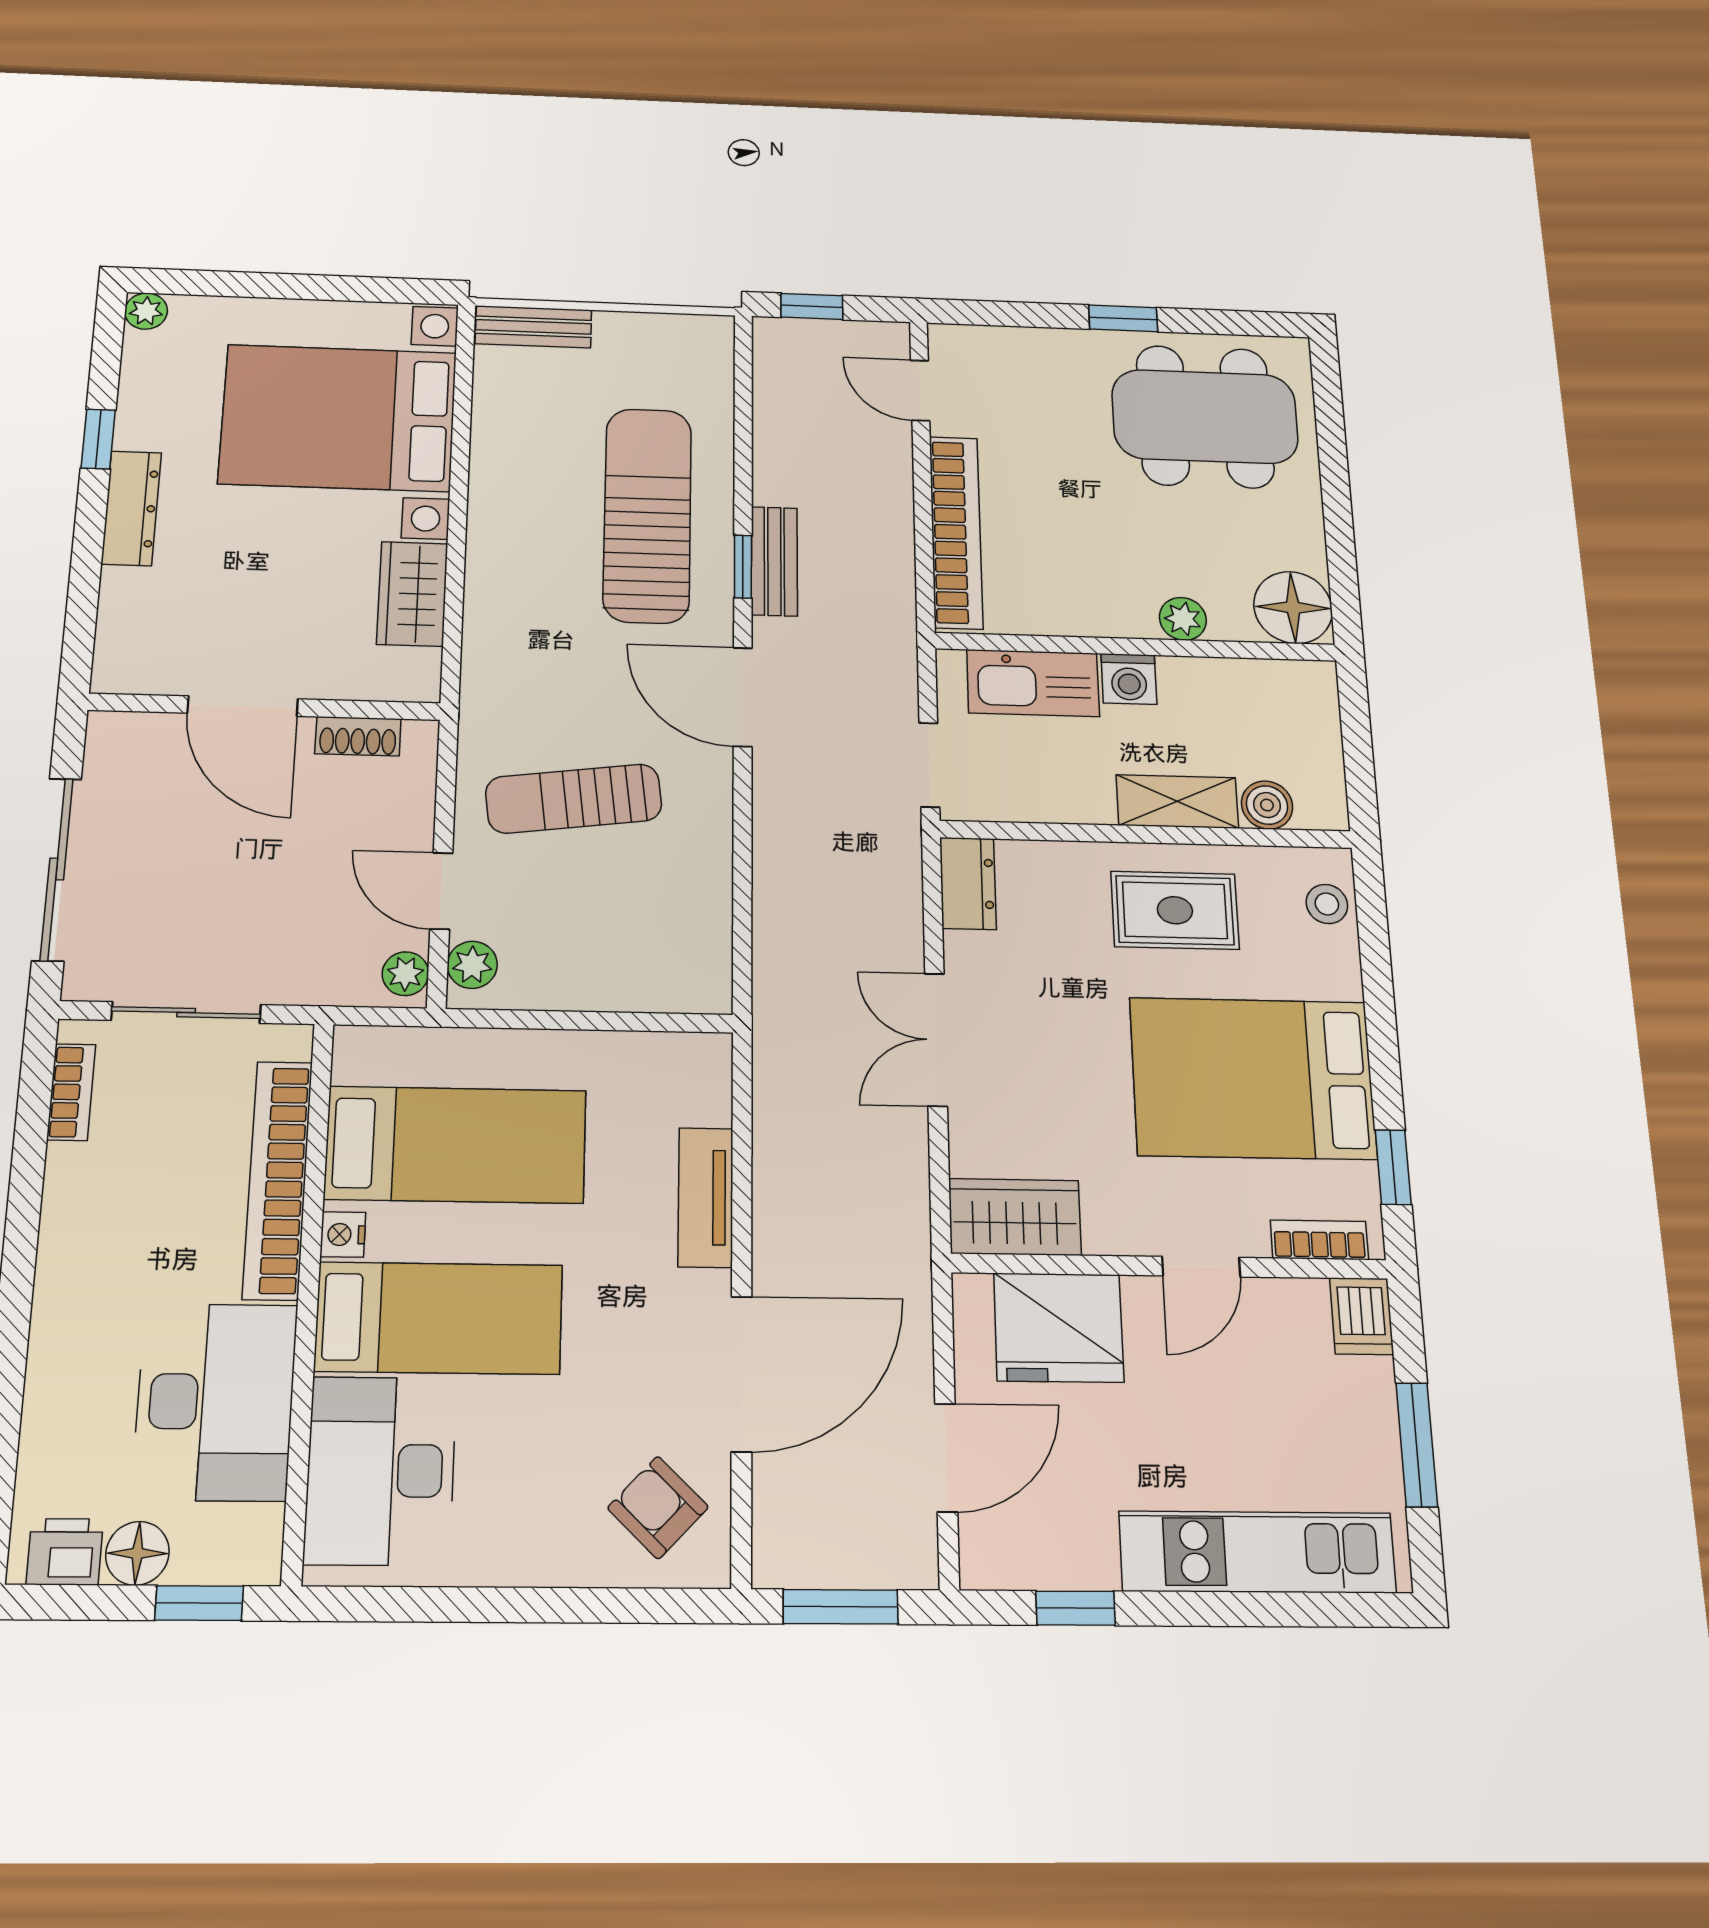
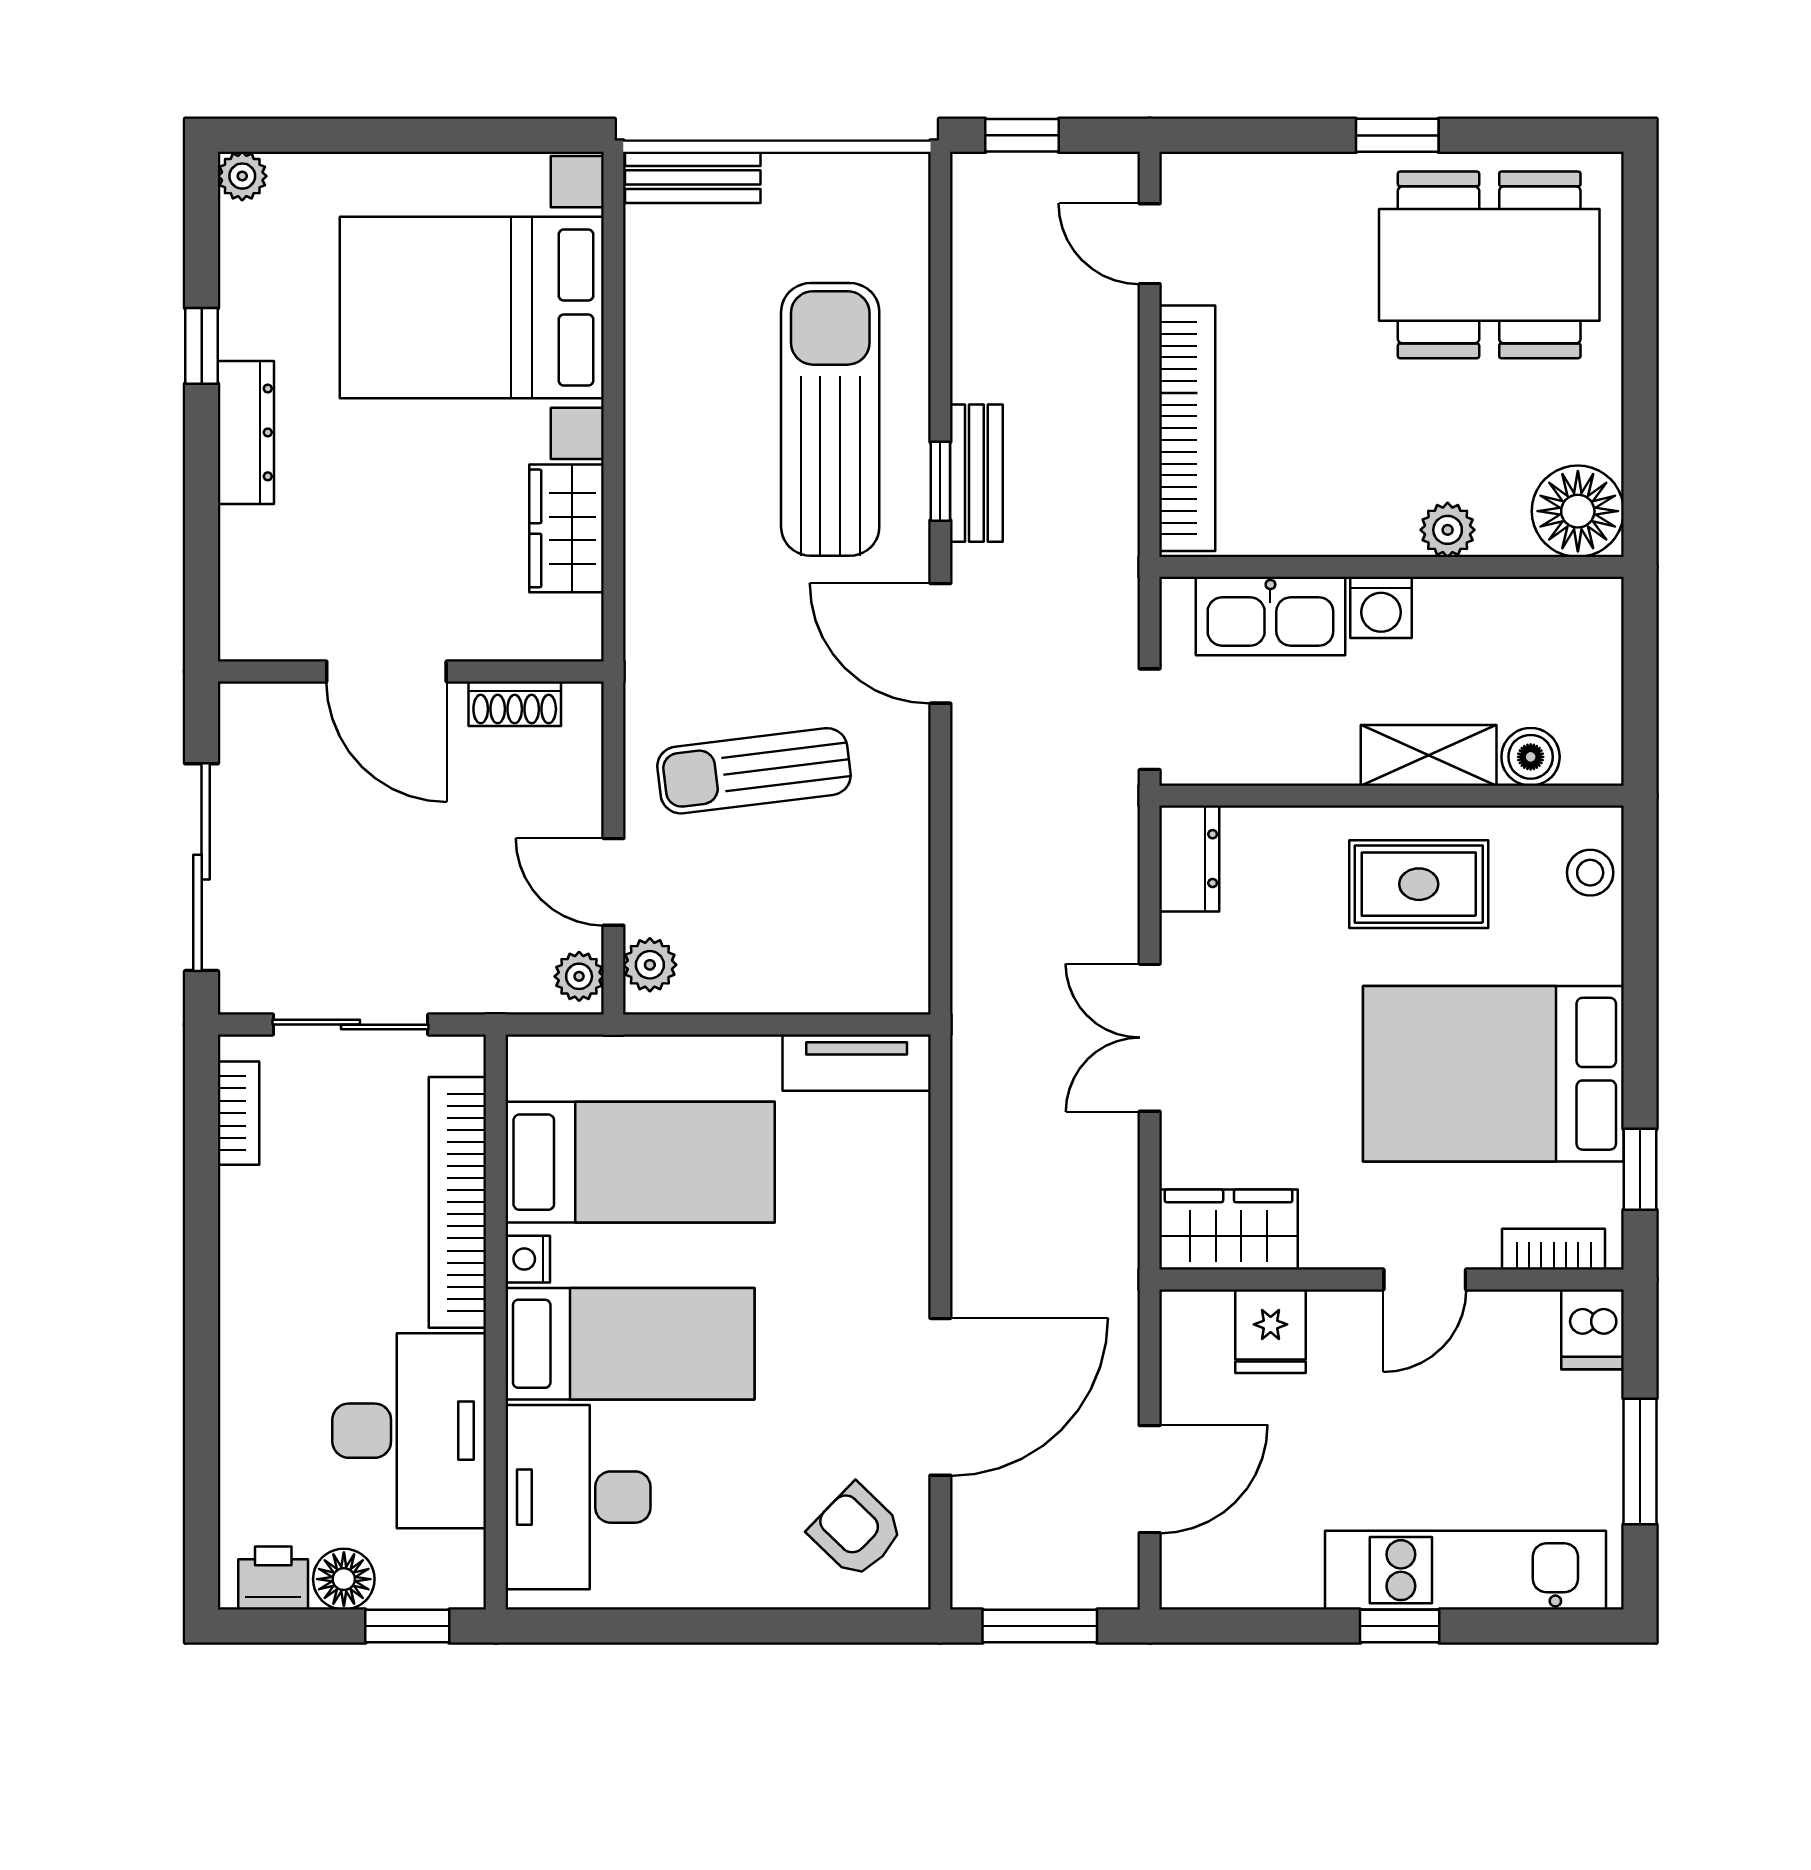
tv unit: (706, 1197) -> (857, 1063), moved, turned -90
fridge: (1059, 1328) -> (1271, 1331), width x0.53, depth x0.75
window: (1076, 1608) -> (1400, 1626), moved

